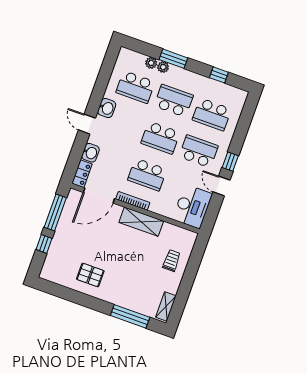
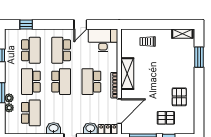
window: (230, 162) -> (26, 25), moved
school desk: (147, 175) -> (91, 82), turned 180
door: (99, 196) -> (119, 111), hinge flipped
pallet: (70, 249) -> (166, 118), added
window: (130, 316) -> (199, 57), width x0.69

